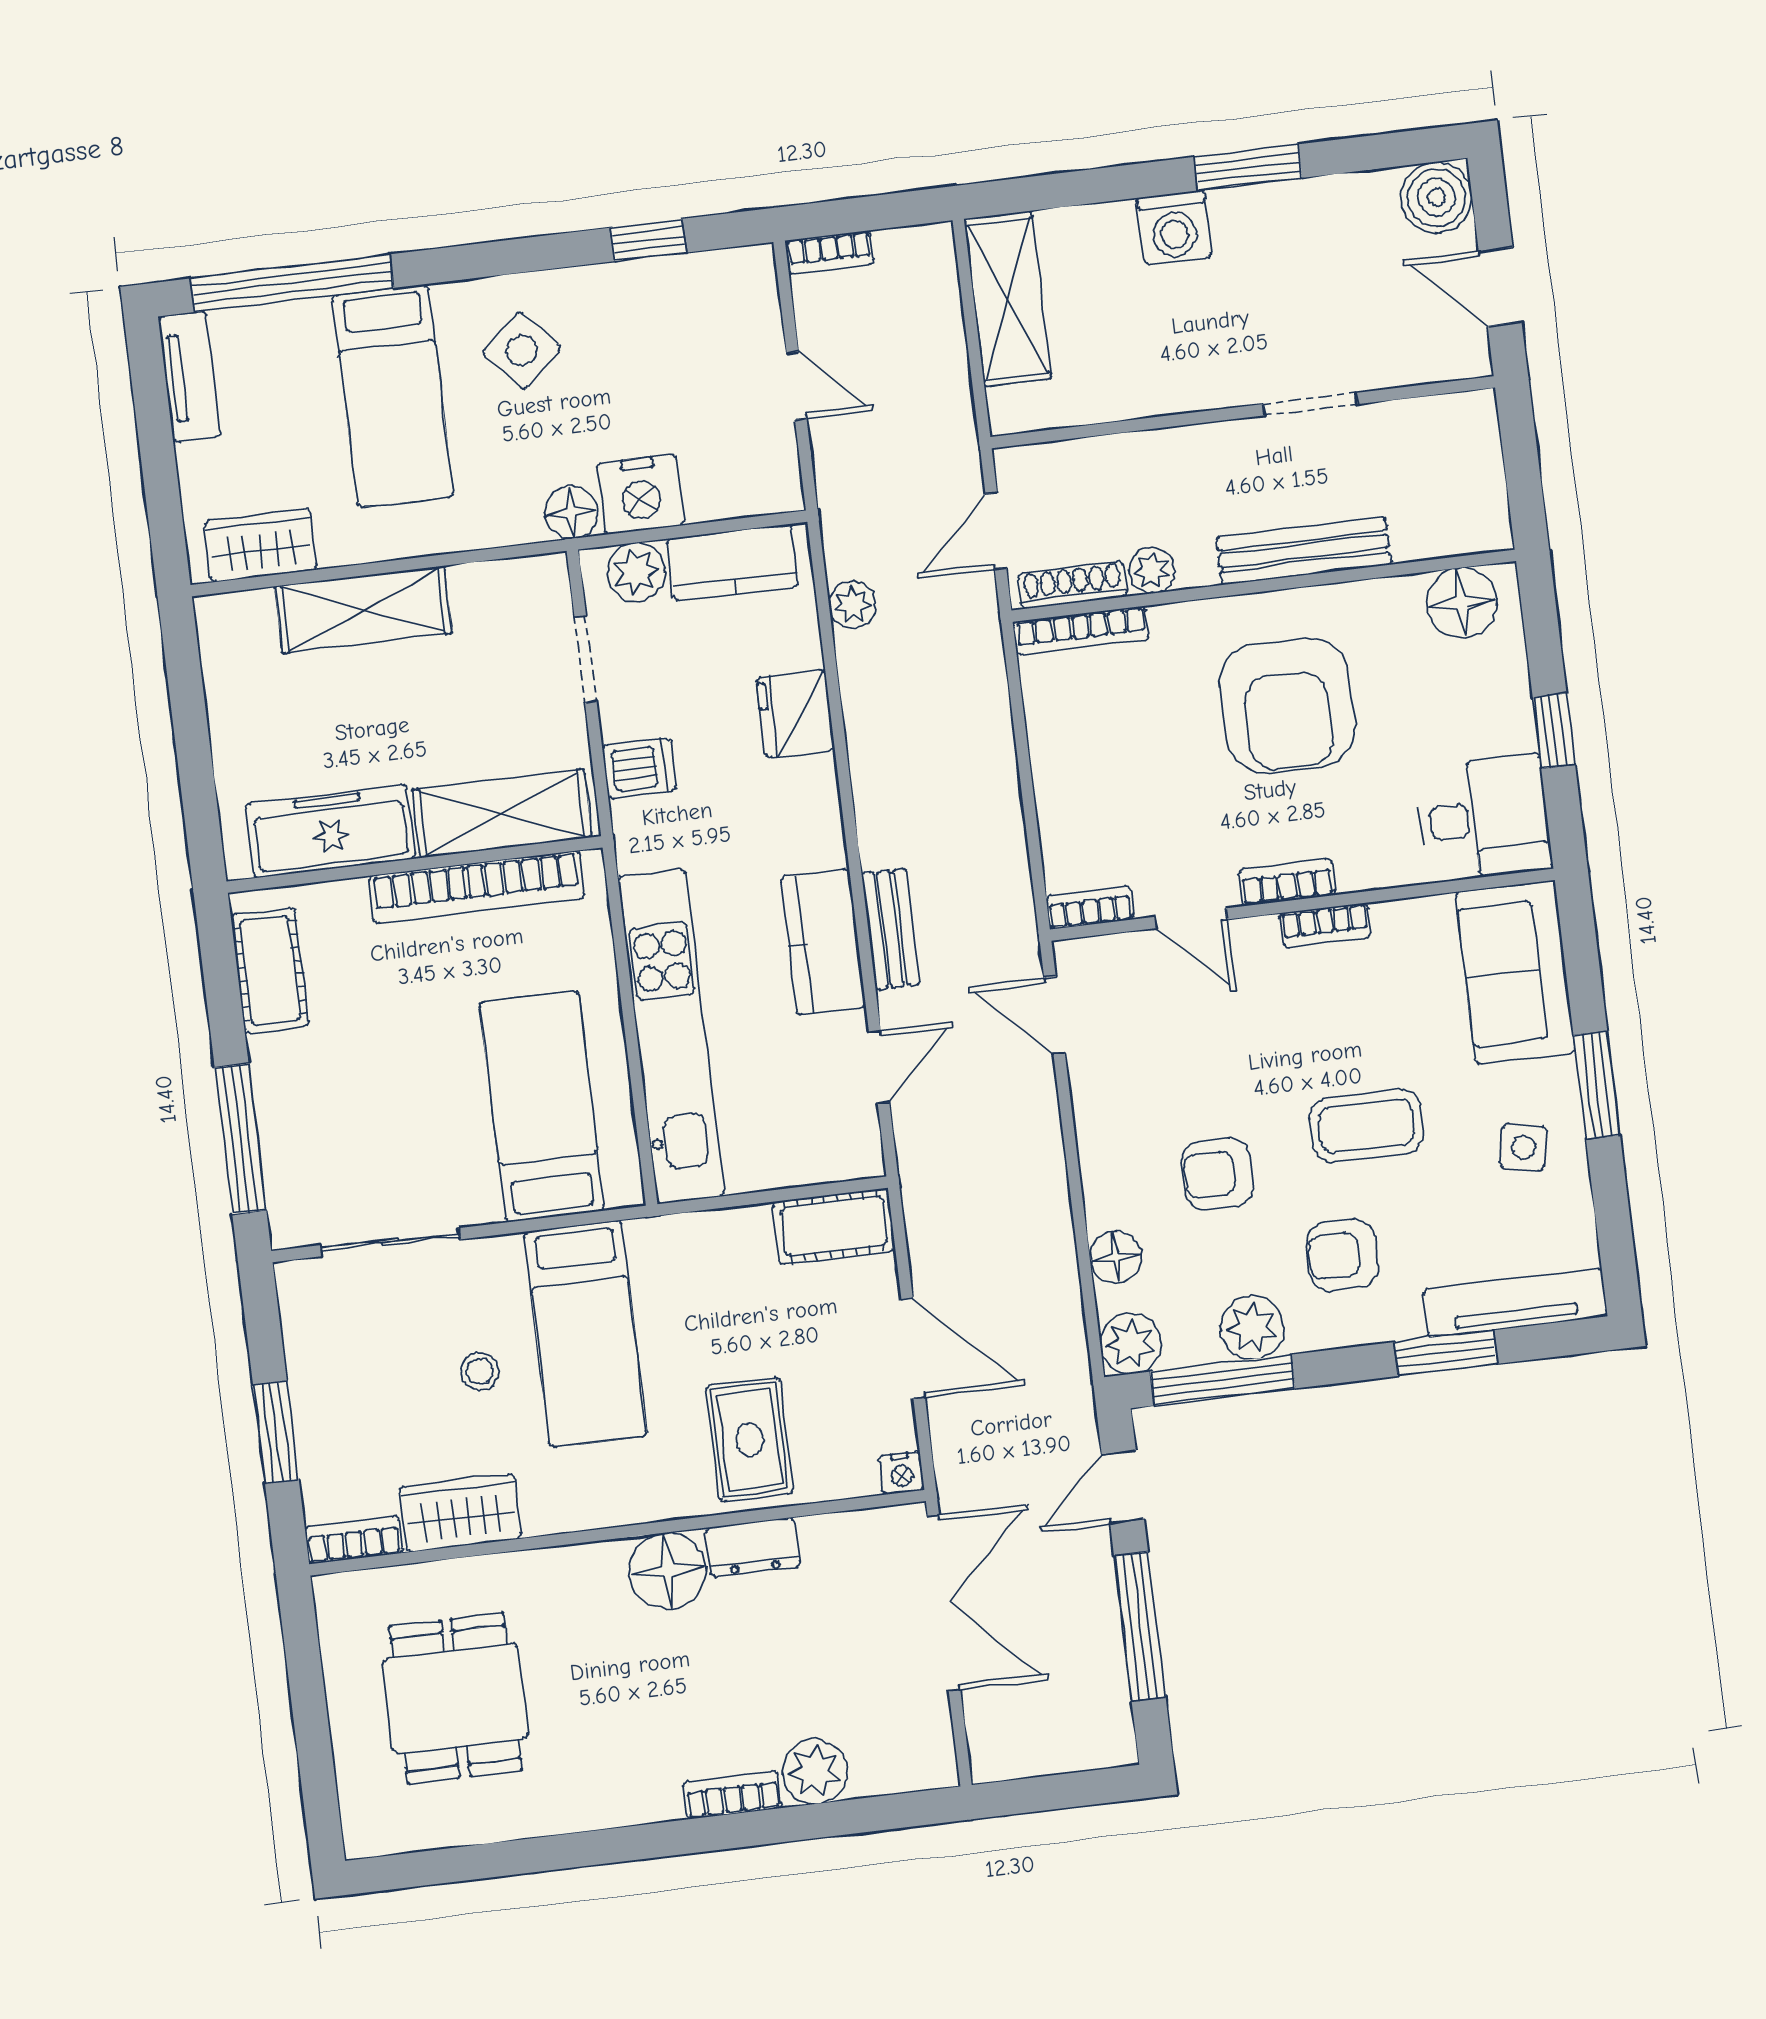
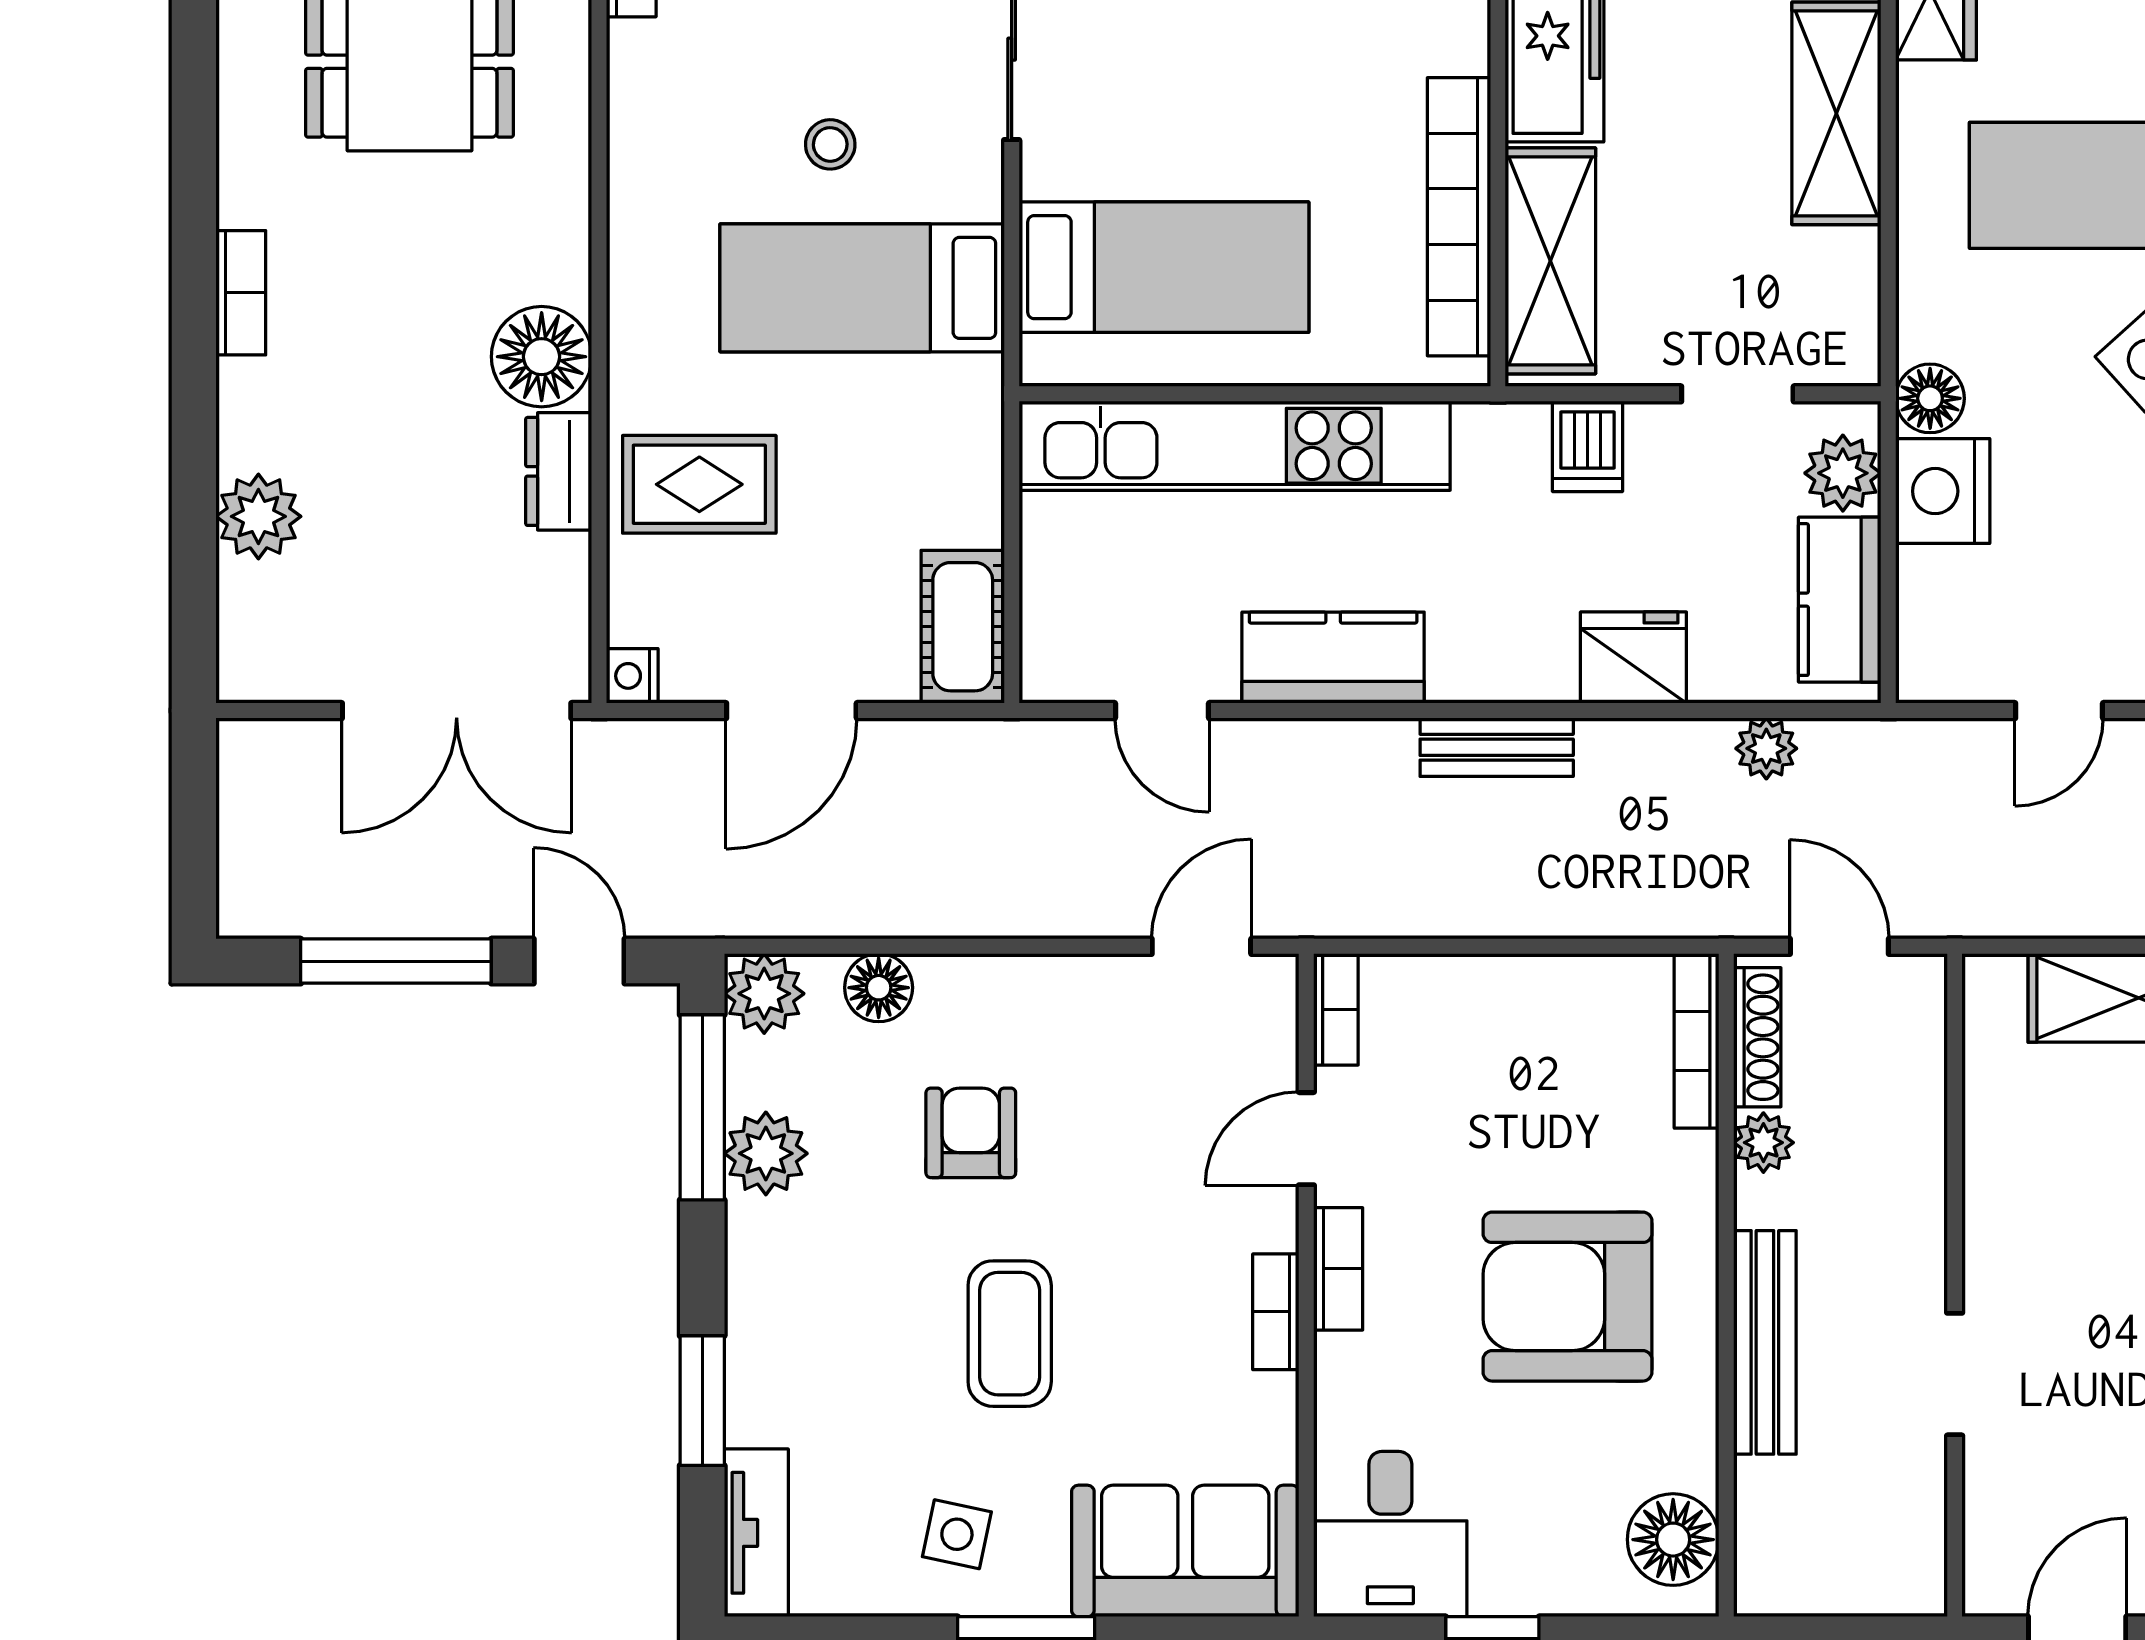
bench: (891, 929) -> (1497, 747), moved
armchair: (1342, 1255) -> (845, 1282), removed
tv unit: (1515, 1303) -> (756, 1533), width x0.71
wardrobe: (461, 1513) -> (650, 98), removed
bookcase: (732, 1795) -> (241, 293), moved

